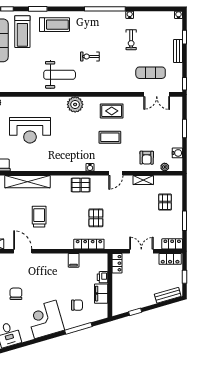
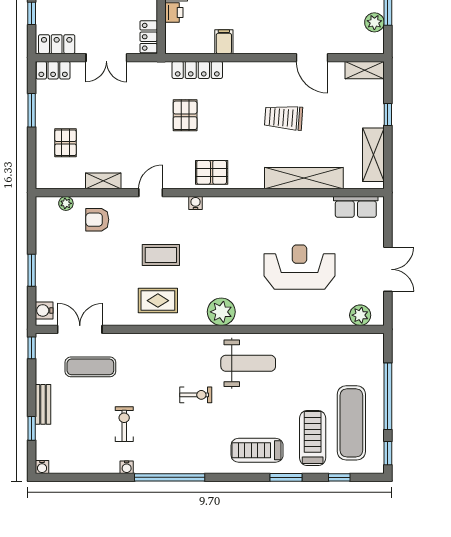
weight bench: (60, 75) -> (248, 363), turned 180
water cooler: (177, 153) -> (44, 310), moved
armchair: (147, 158) -> (97, 220), turned -91
trolley: (39, 217) -> (284, 118), turned 94

